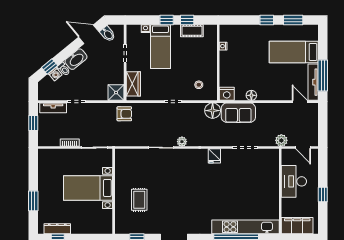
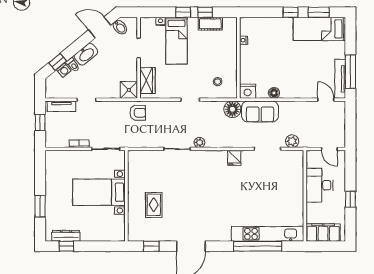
bed: (294, 52) -> (319, 29), moved
plant: (281, 140) -> (292, 141), moved

